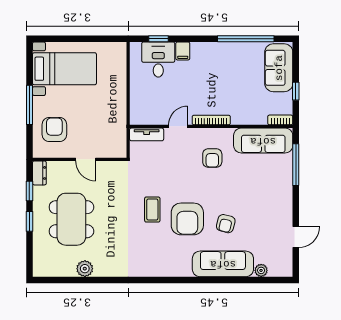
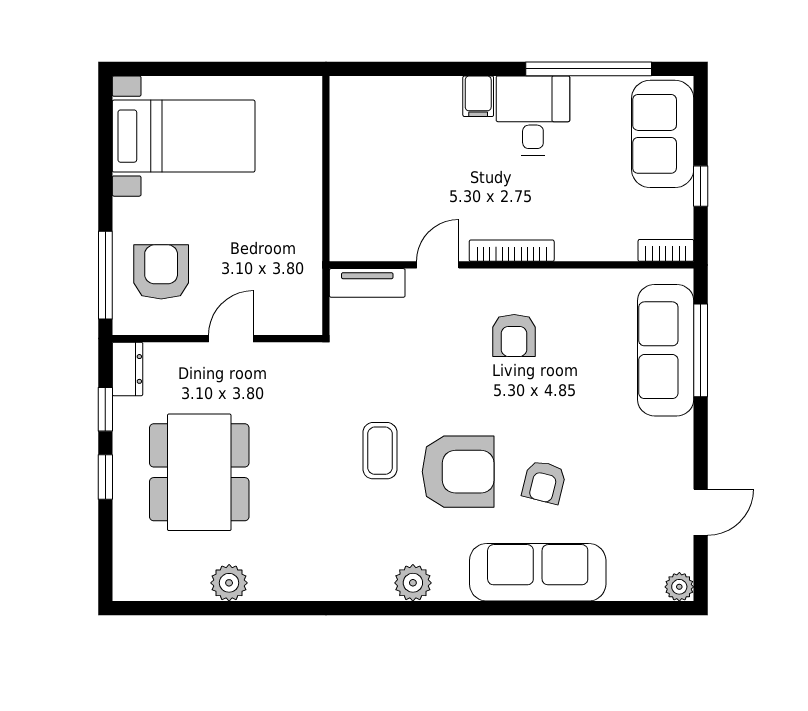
window: (158, 39) -> (394, 69), removed
filing cabinet: (183, 51) -> (478, 96), moved
desk: (158, 60) -> (533, 115), moved
window: (29, 105) -> (105, 275), moved
sofa: (263, 141) -> (666, 350), moved, turned 90
door: (86, 159) -> (231, 339), swing flipped
armchair: (187, 219) -> (458, 472), turned -90
plant: (167, 269) -> (413, 583), added
plant: (261, 270) -> (679, 587), moved

